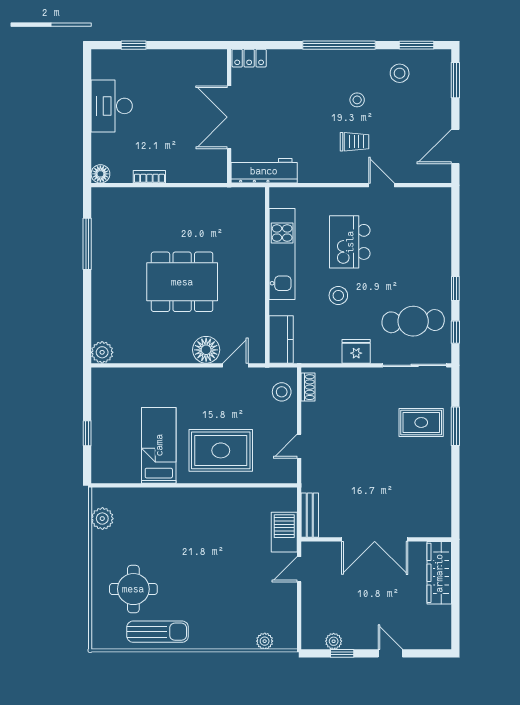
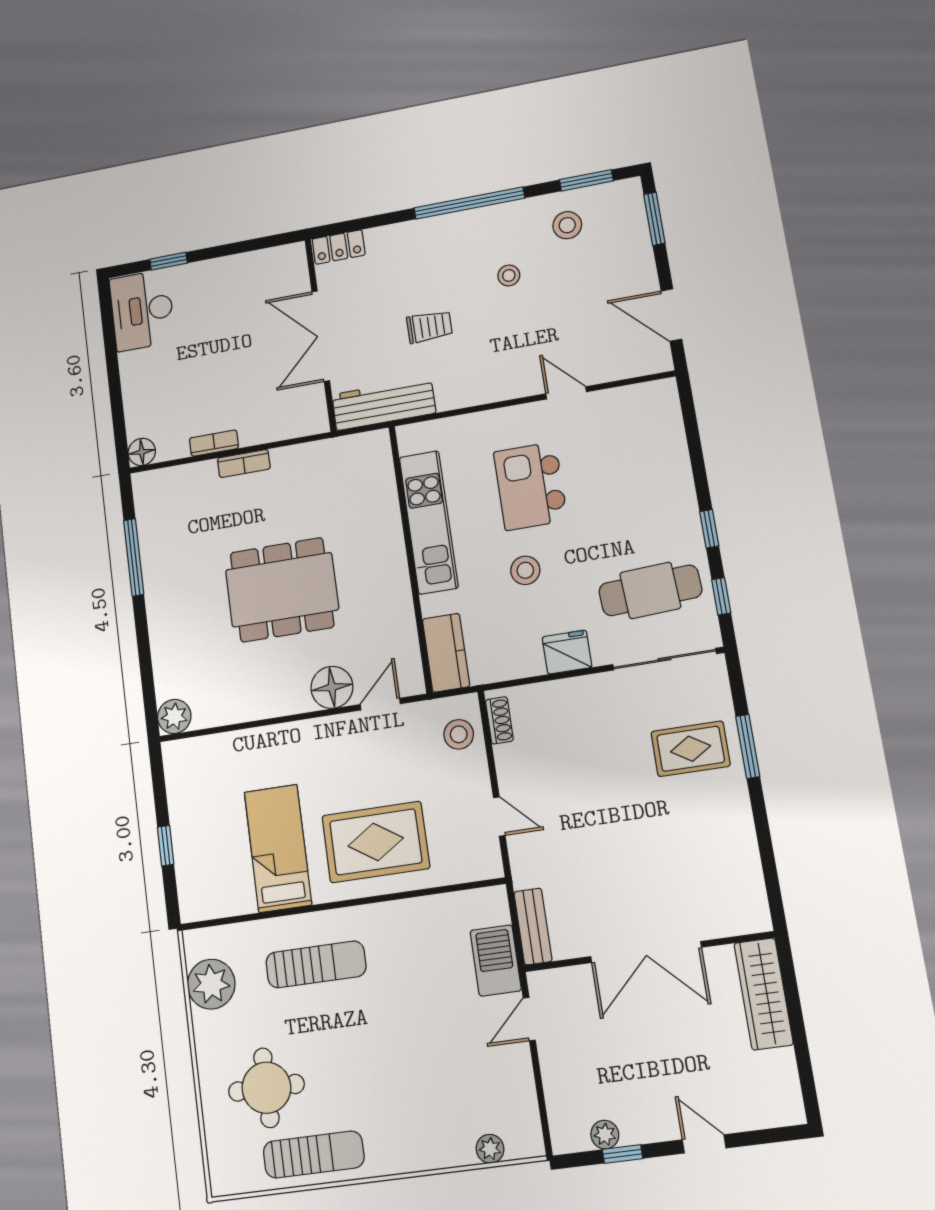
desk: (112, 106) -> (142, 310), moved
trolley: (355, 142) -> (429, 327), moved
door: (455, 146) -> (671, 315), hinge flipped
bookcase: (168, 194) -> (244, 463), added
door: (299, 446) -> (499, 817), swing flipped
plant: (102, 519) -> (211, 984), width x1.36, depth x1.36
sun lounger: (174, 520) -> (316, 964), added

